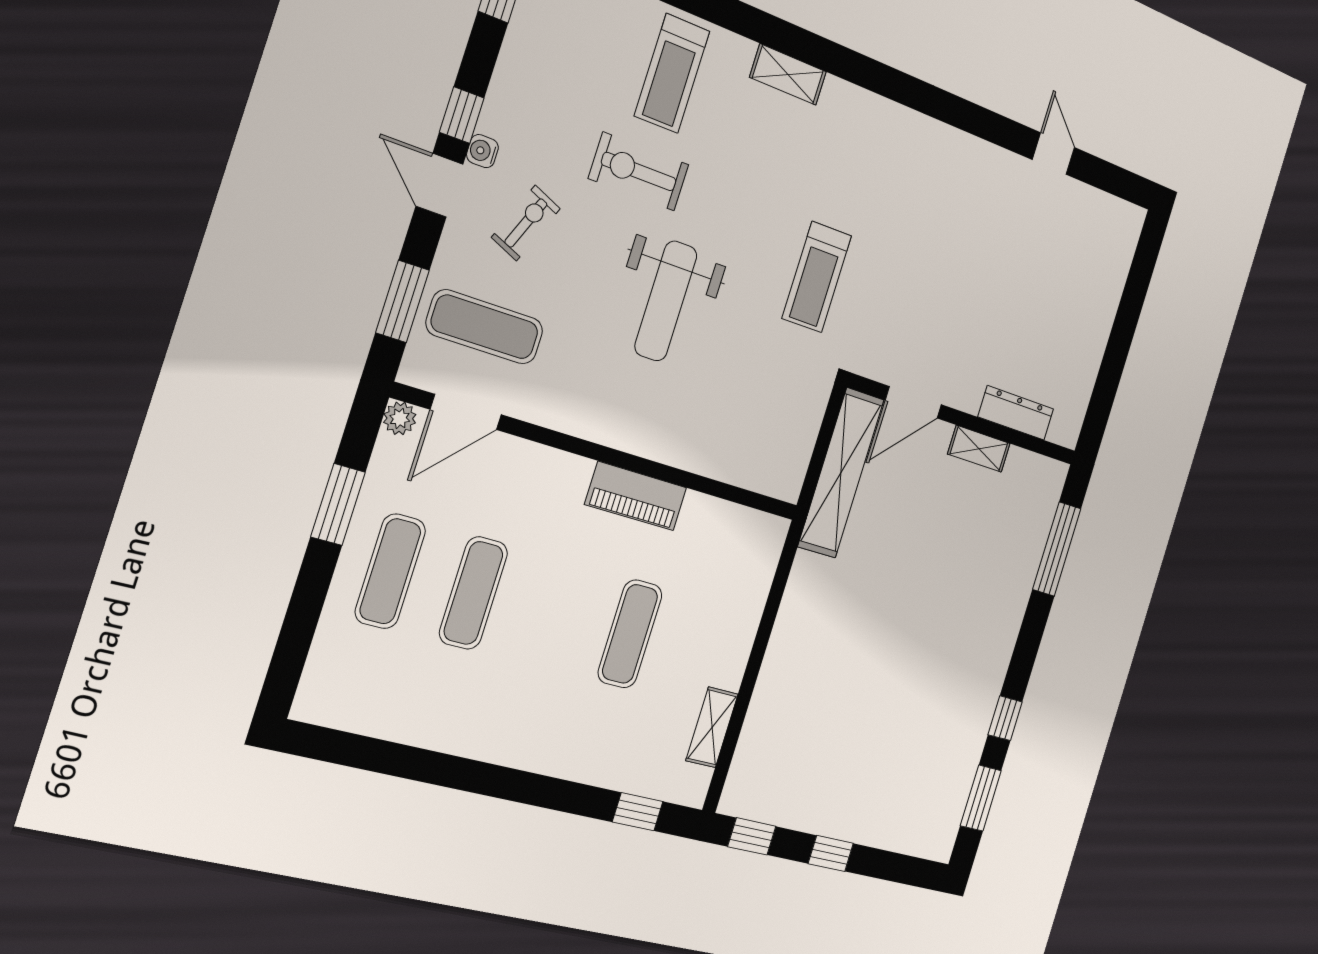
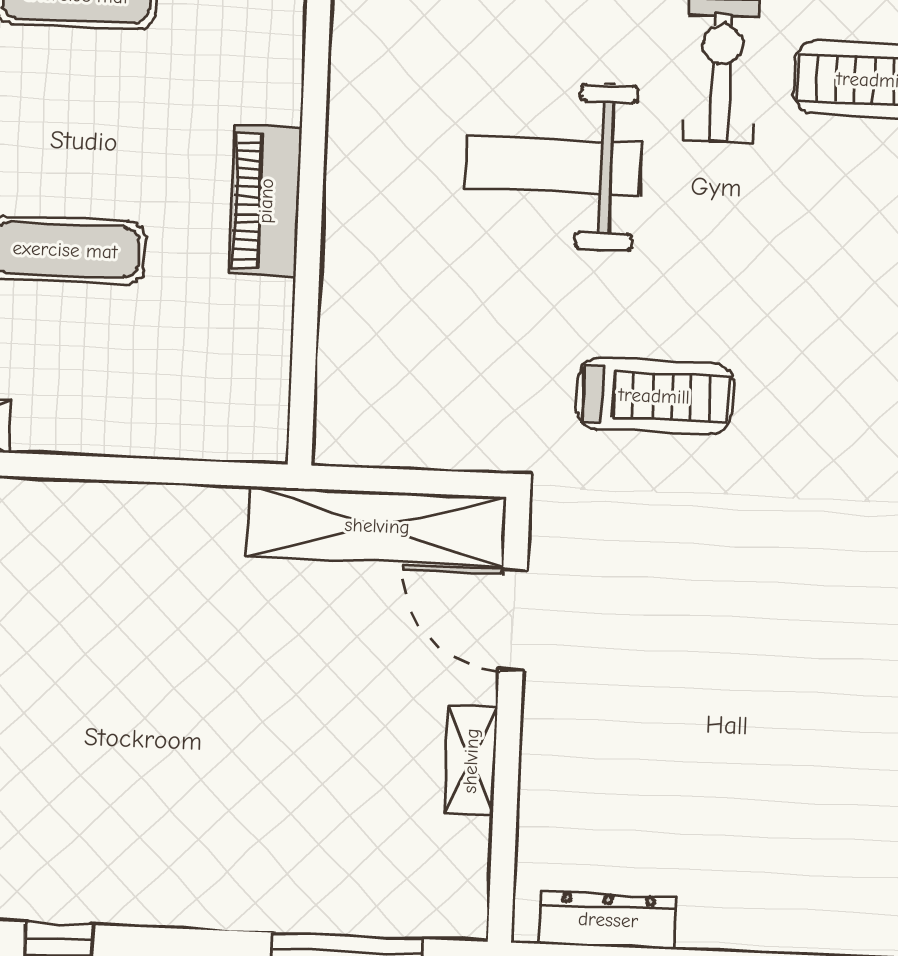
treadmill: (817, 277) -> (654, 396), turned 180
dresser: (1016, 413) -> (608, 920), moved, turned -90

